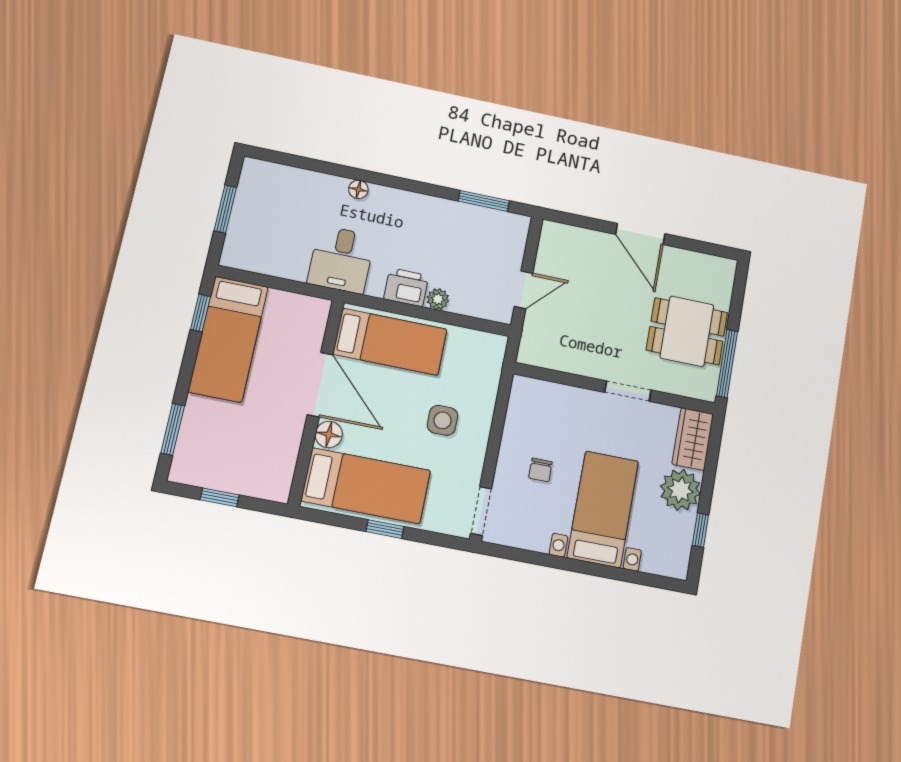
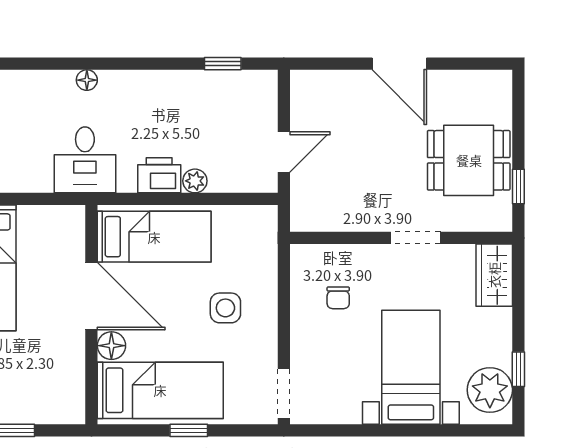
window: (484, 201) -> (223, 64), width x0.67
window: (727, 364) -> (518, 187), width x0.46
chair: (540, 470) -> (338, 298), moved
plant: (680, 490) -> (490, 390), moved

